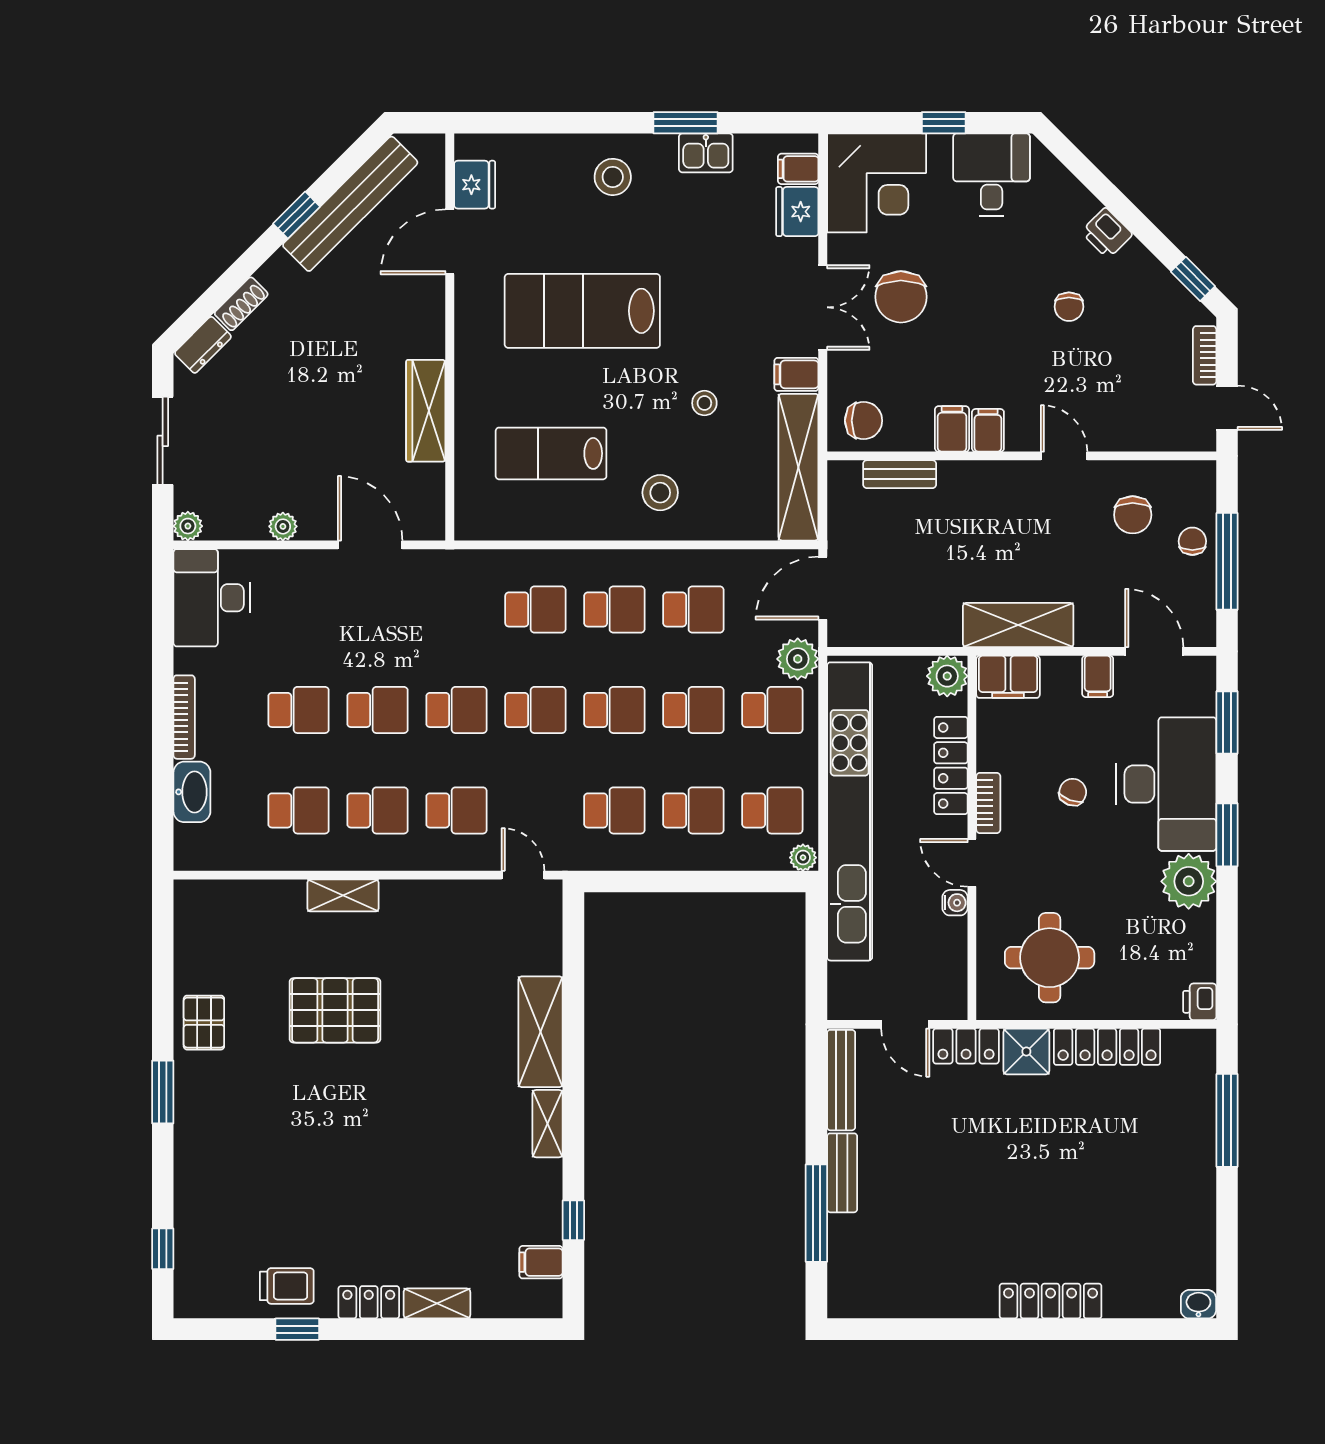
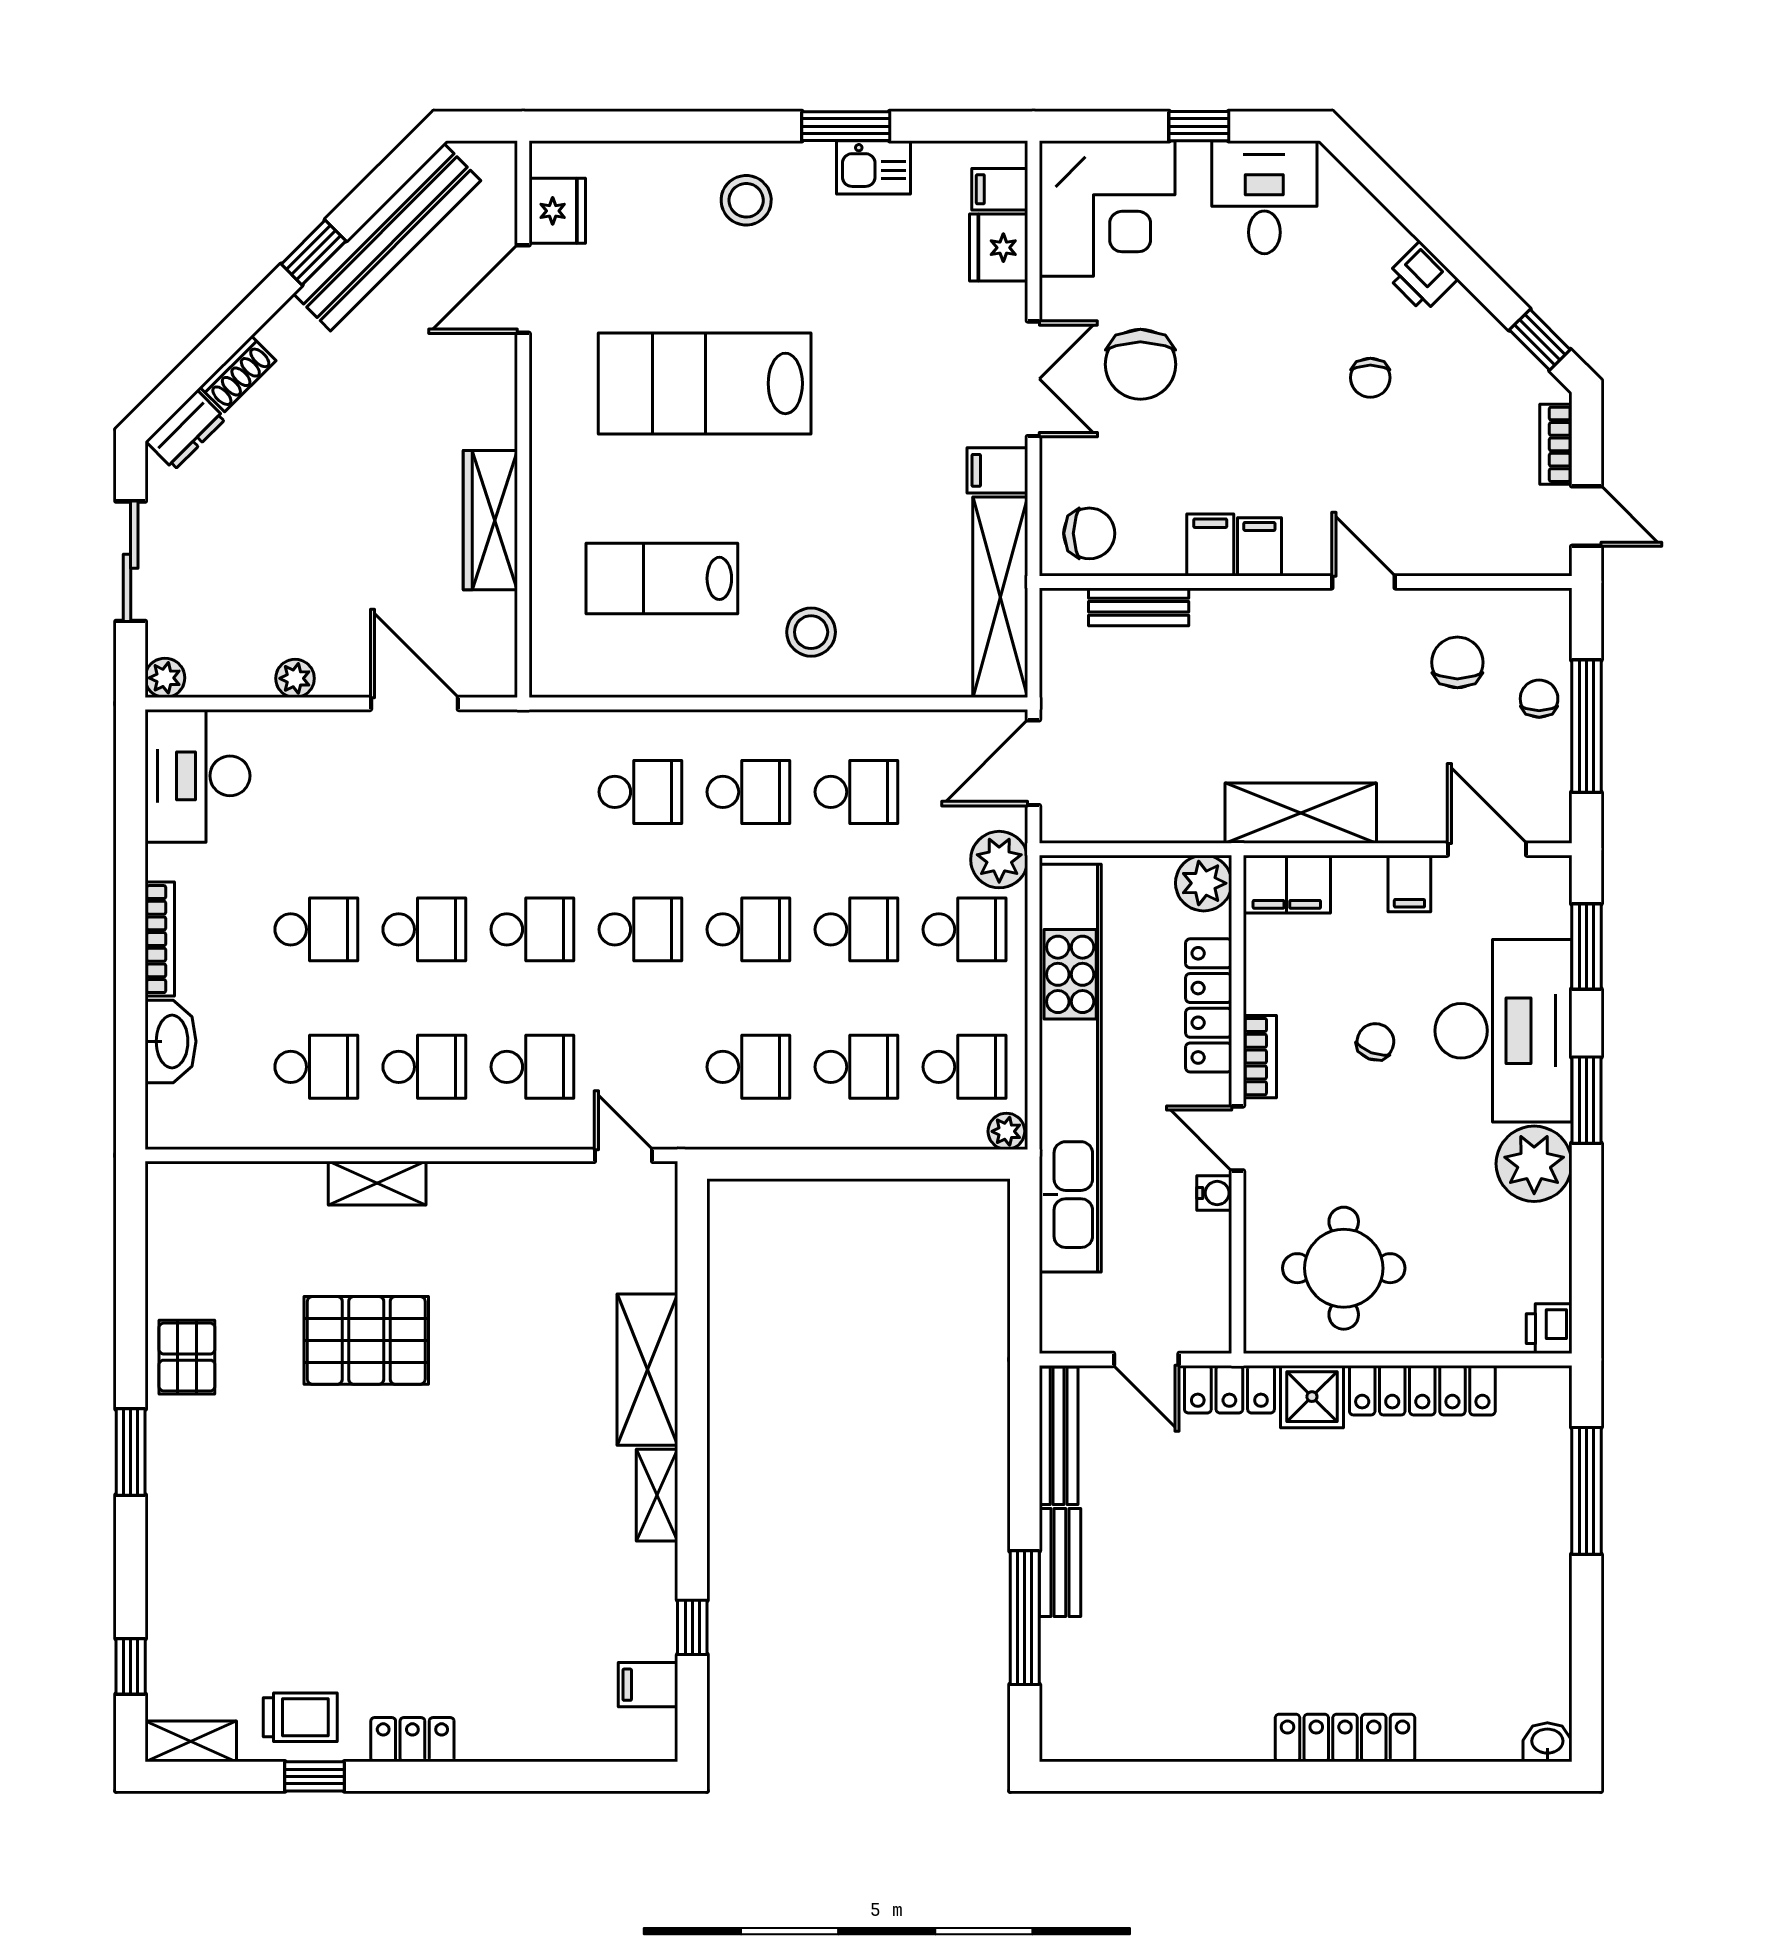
stool: (704, 403) -> (872, 510), removed
chair: (1133, 515) -> (1457, 662), turned 180
shelving: (437, 1303) -> (191, 1741), moved

